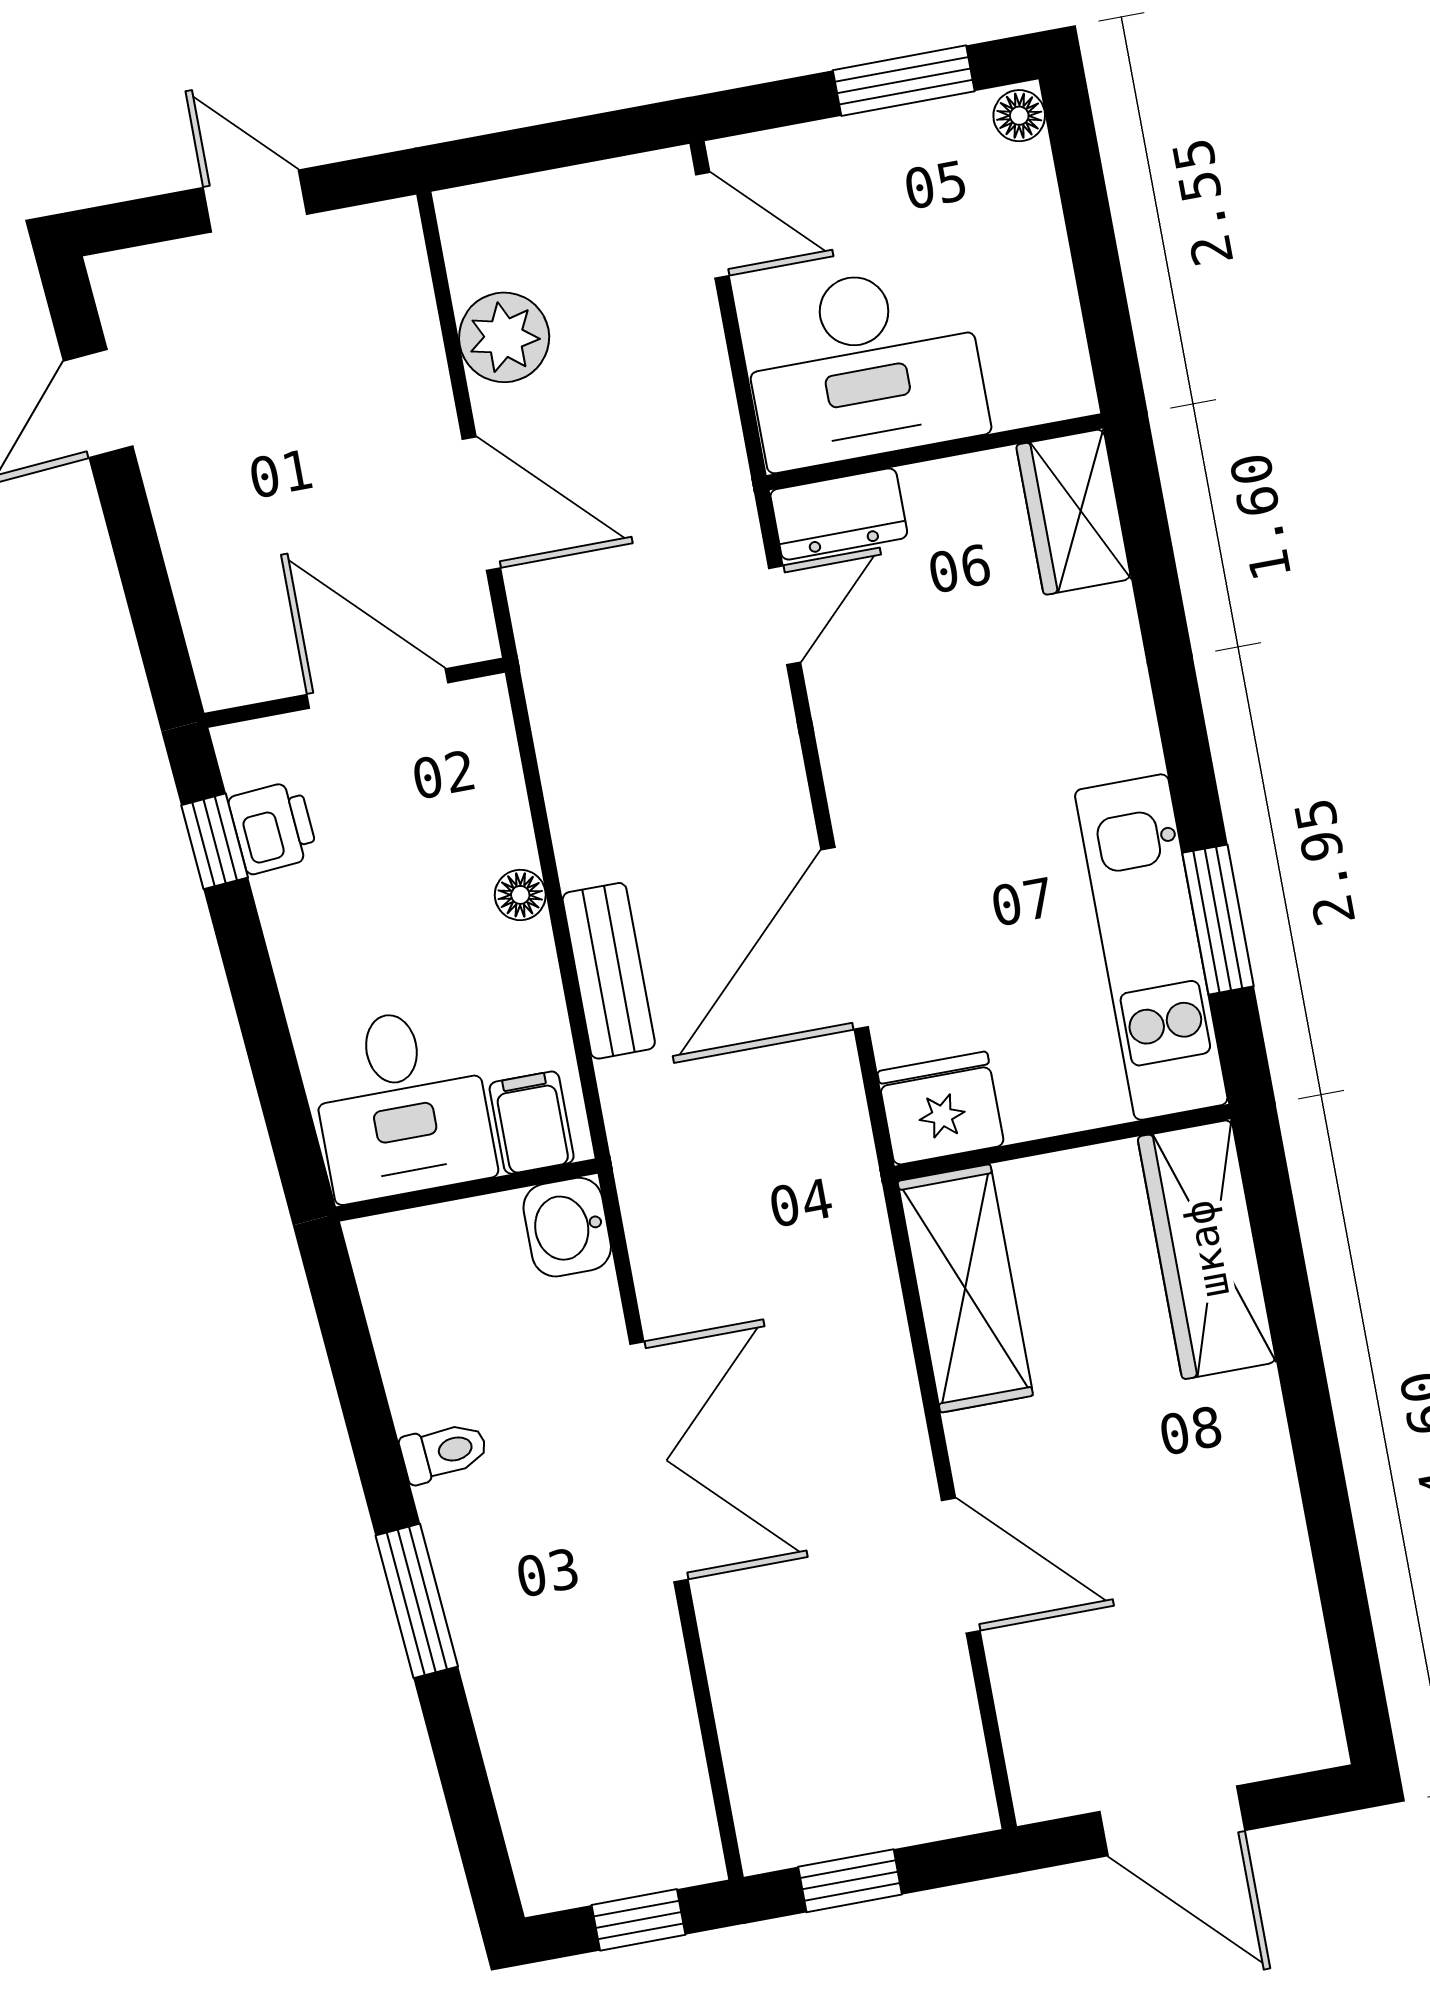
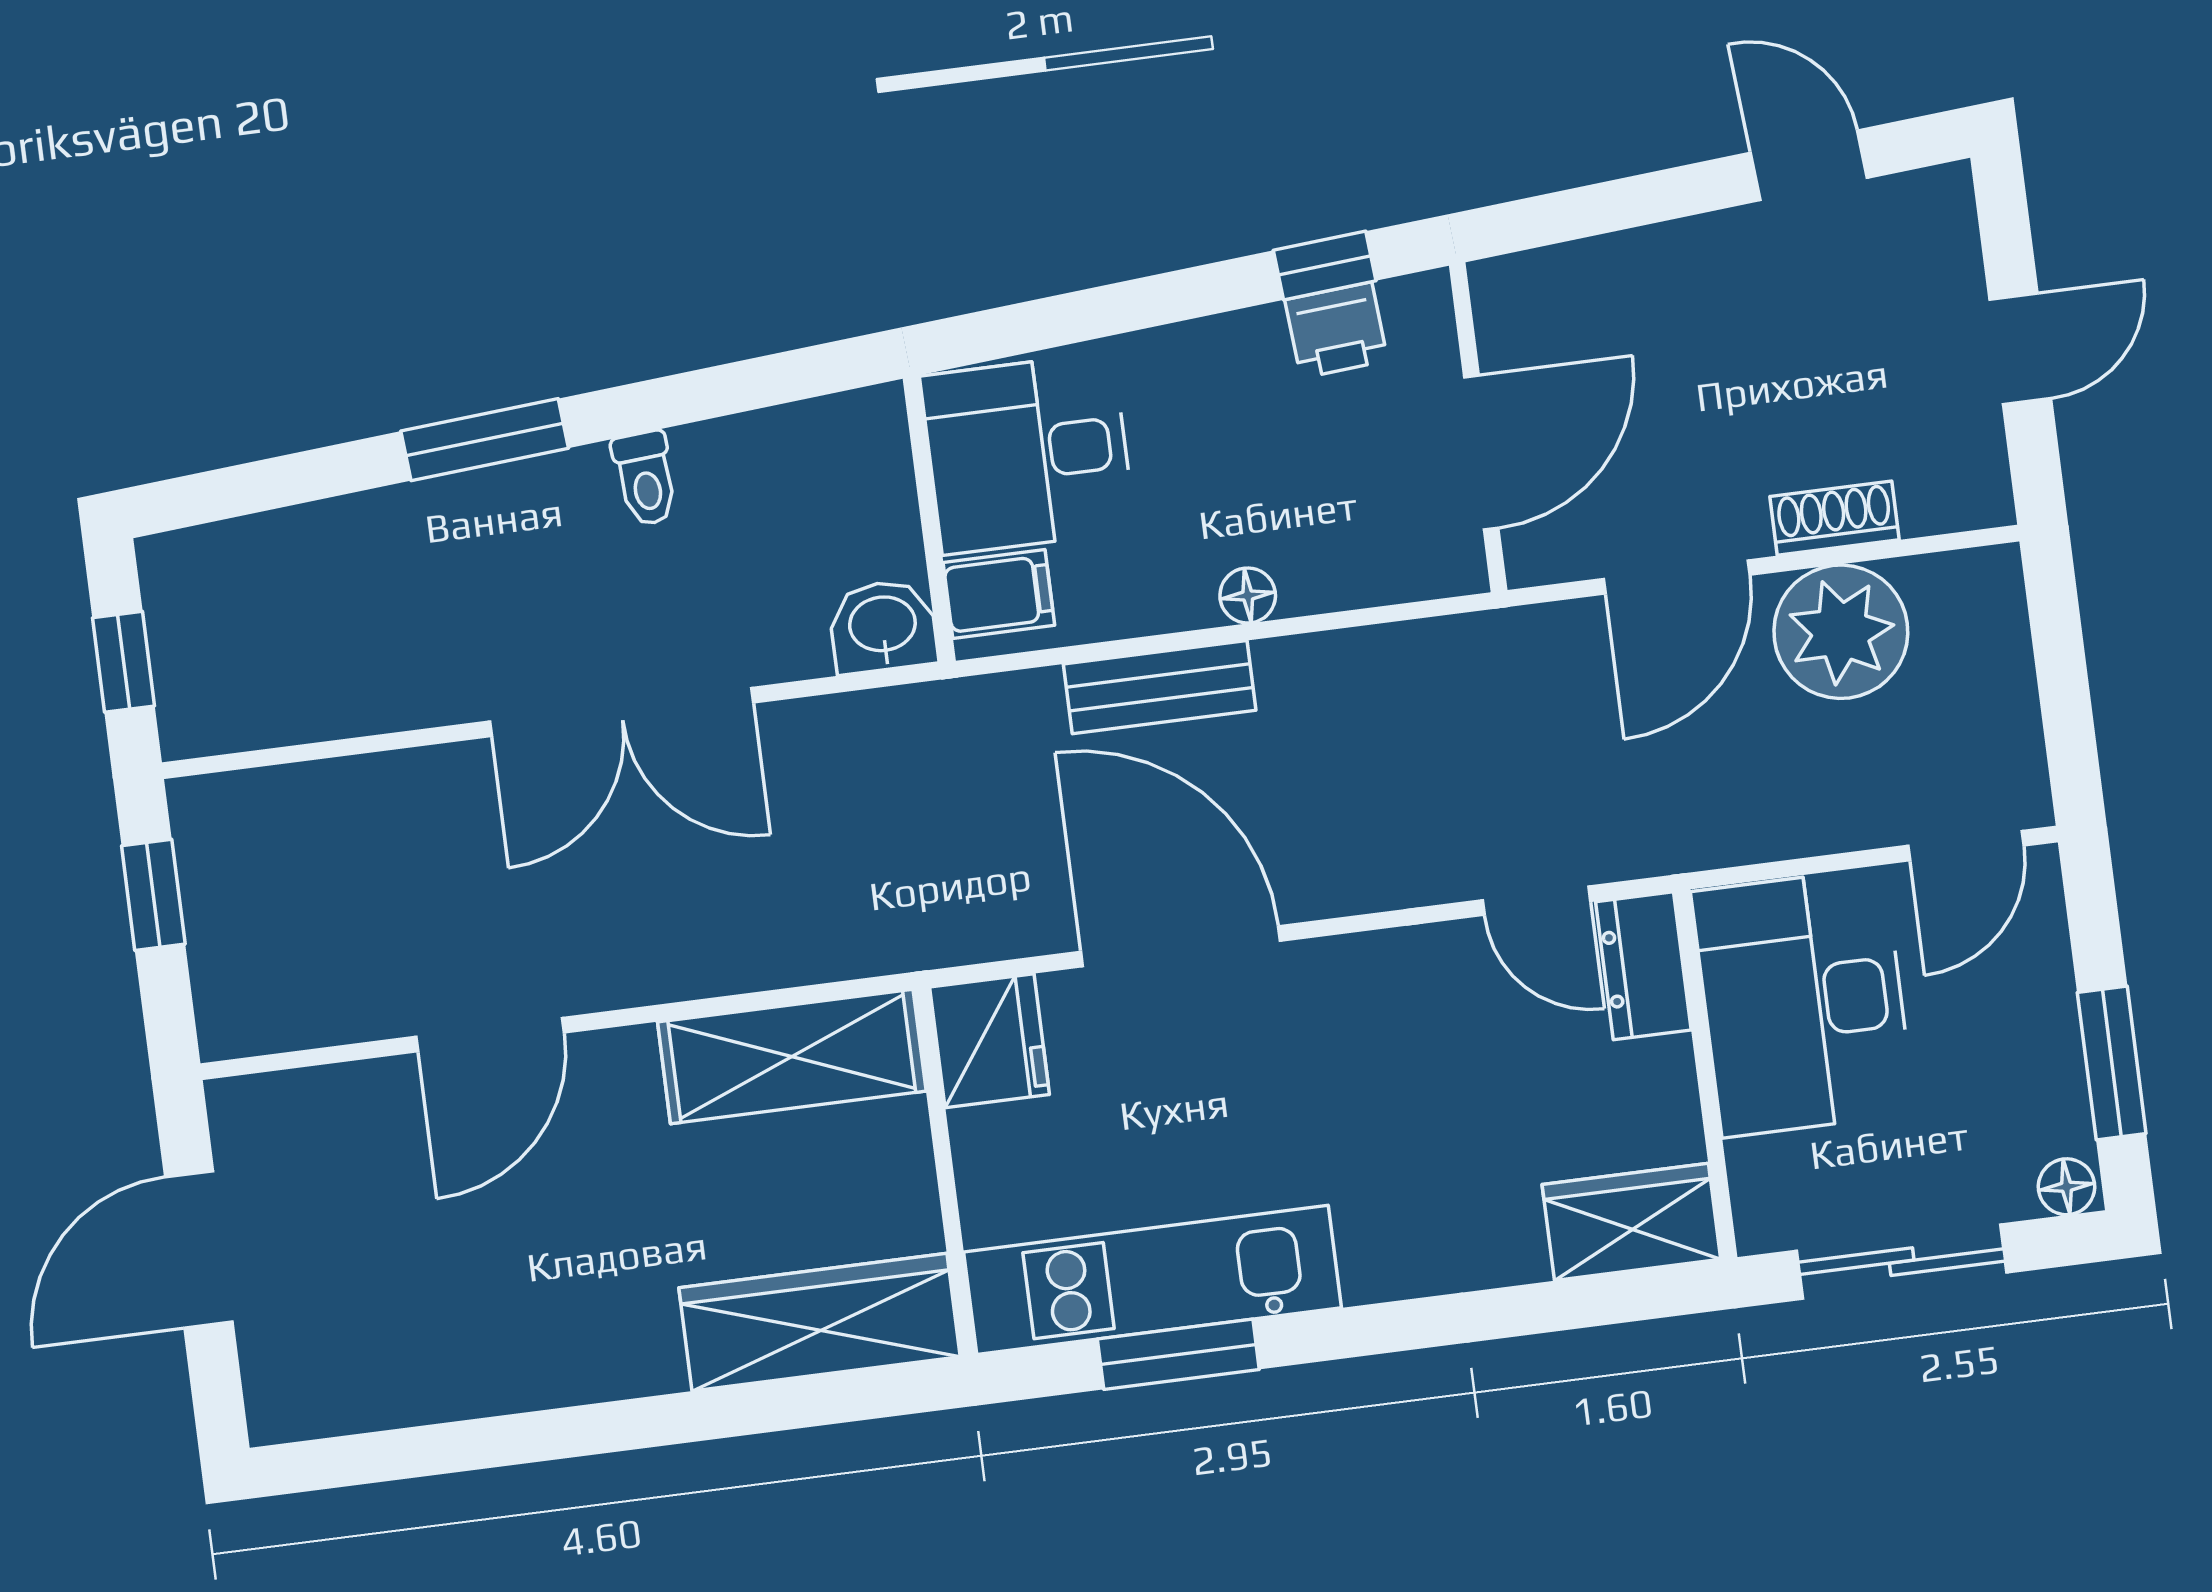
sliding door: (1096, 263) -> (1902, 1262), added
plant: (504, 337) -> (1841, 632), width x1.36, depth x1.36
shoe rack: (420, 362) -> (1835, 518), added

